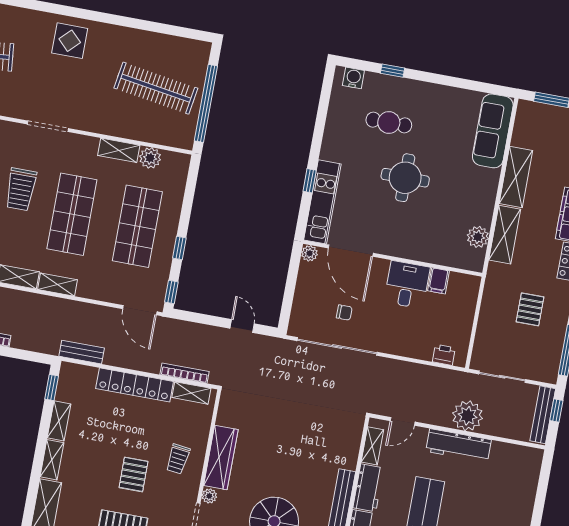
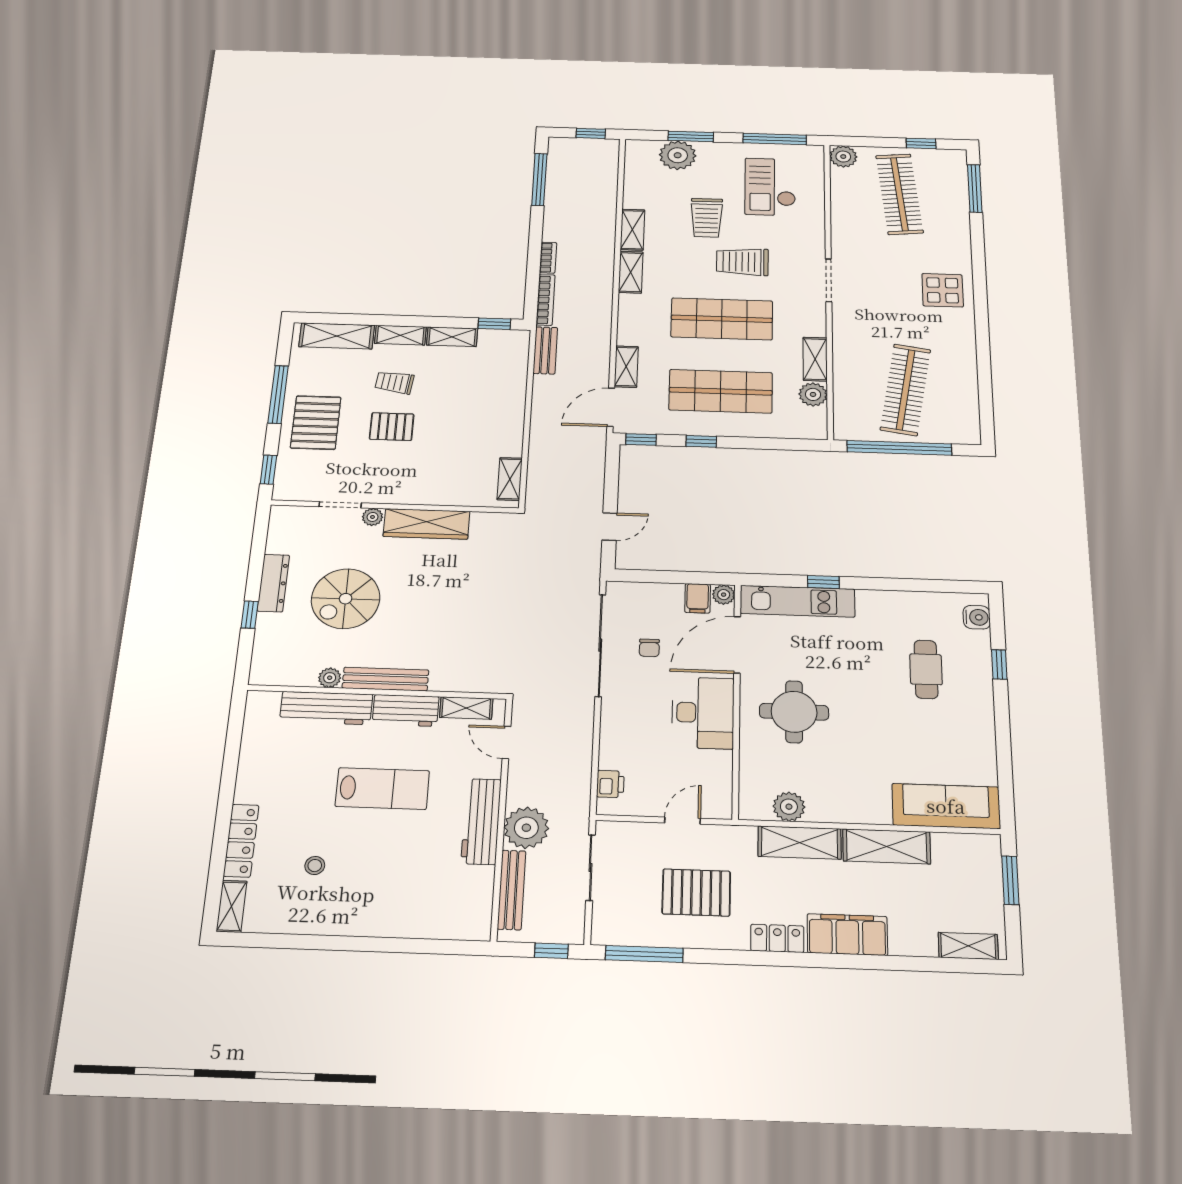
round table: (405, 178) -> (794, 712), moved
filing cabinet: (438, 281) -> (698, 598), moved, turned -90
shelving: (58, 285) -> (626, 367), moved
desk: (407, 285) -> (703, 713), width x1.37
pallet: (530, 309) -> (696, 892), width x1.50, depth x1.42
door: (478, 310) -> (683, 821), added
bookcase: (185, 373) -> (546, 300), moved
locker: (135, 385) -> (511, 413), removed
bench: (543, 415) -> (512, 890), moved, turned 90
trolley: (178, 459) -> (394, 382), moved

